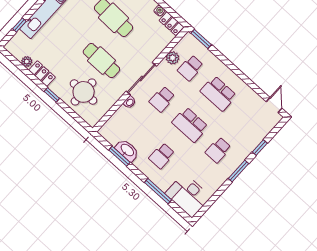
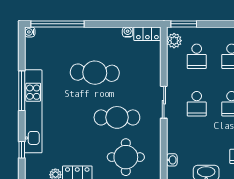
plant: (173, 58) -> (174, 41), moved
sliding door: (141, 79) -> (164, 102), width x0.73
washbasin: (130, 102) -> (172, 160), moved

